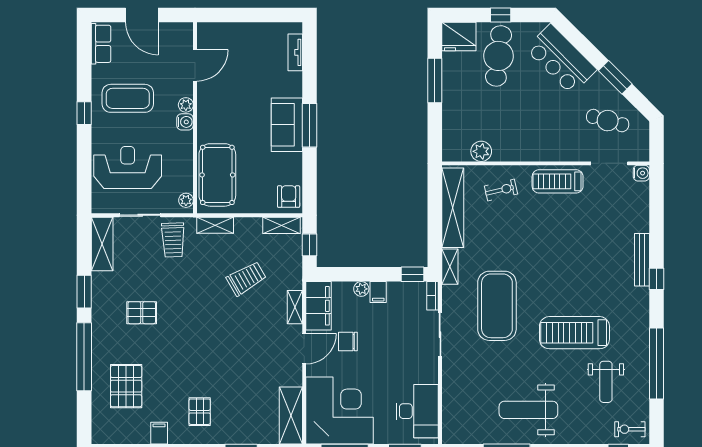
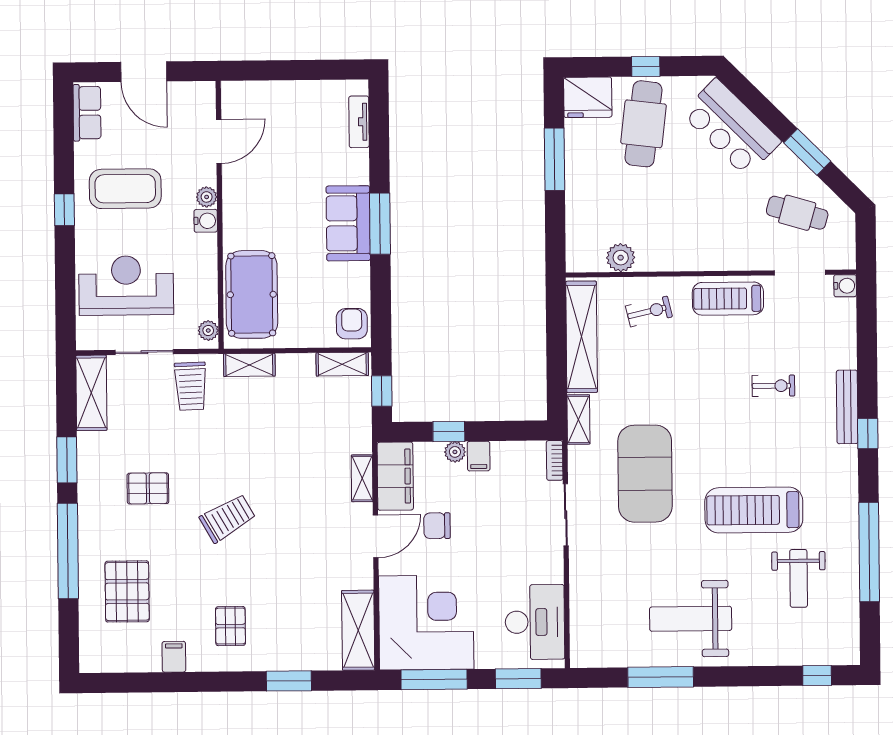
window: (413, 274) -> (449, 431), moved
trolley: (246, 278) -> (228, 518), moved
exercise bike: (630, 429) -> (773, 386), moved, turned 180

